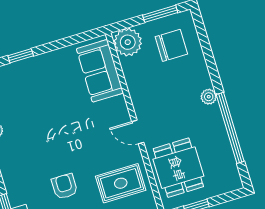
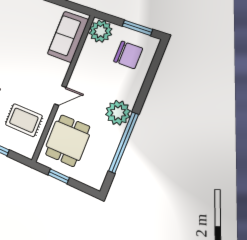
plant: (209, 97) -> (118, 113), width x1.88, depth x1.88
door: (138, 132) -> (60, 96), swing flipped

